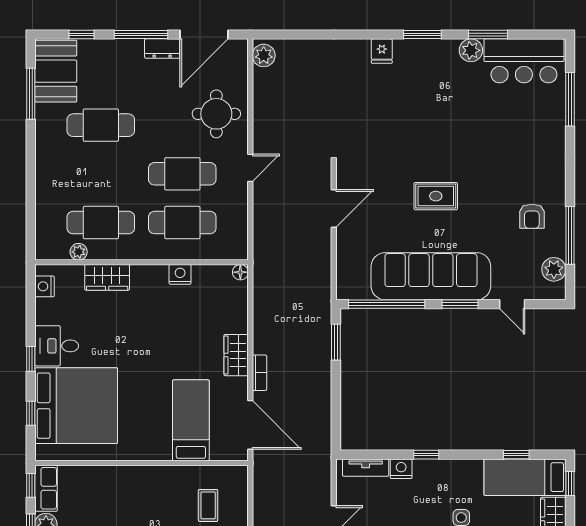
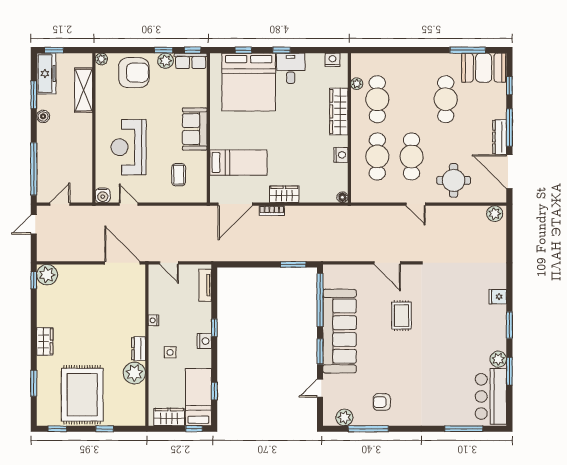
dresser: (162, 49) -> (500, 137), width x1.44
rug: (436, 196) -> (401, 316), moved
wardrobe: (107, 277) -> (339, 112), width x1.50
nightstand: (401, 469) -> (204, 341), moved
sofa: (143, 482) -> (195, 129), added
coffee table: (208, 505) -> (179, 175), turned 90

